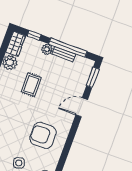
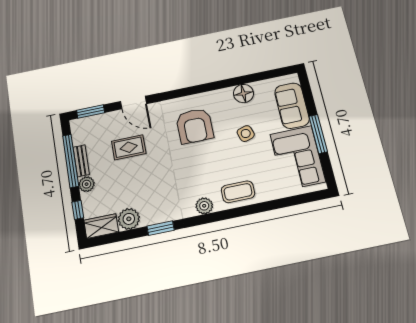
rug: (31, 85) -> (129, 147), moved

